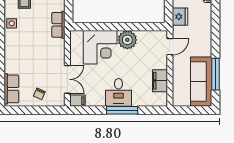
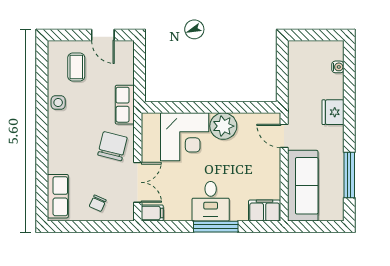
fridge: (180, 17) -> (333, 112), moved, turned 180
door: (170, 47) -> (284, 136), swing flipped
chair: (50, 54) -> (113, 146), added
filing cabinet: (160, 81) -> (265, 211), moved, turned 90
sofa: (201, 82) -> (303, 186), moved, turned 180

